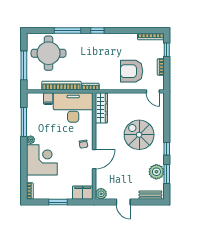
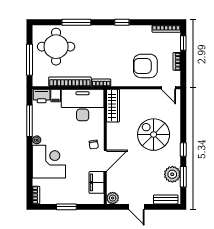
window: (97, 31) -> (122, 22), moved
printer: (35, 99) -> (42, 96), added
filing cabinet: (83, 193) -> (97, 182), moved, turned -90

